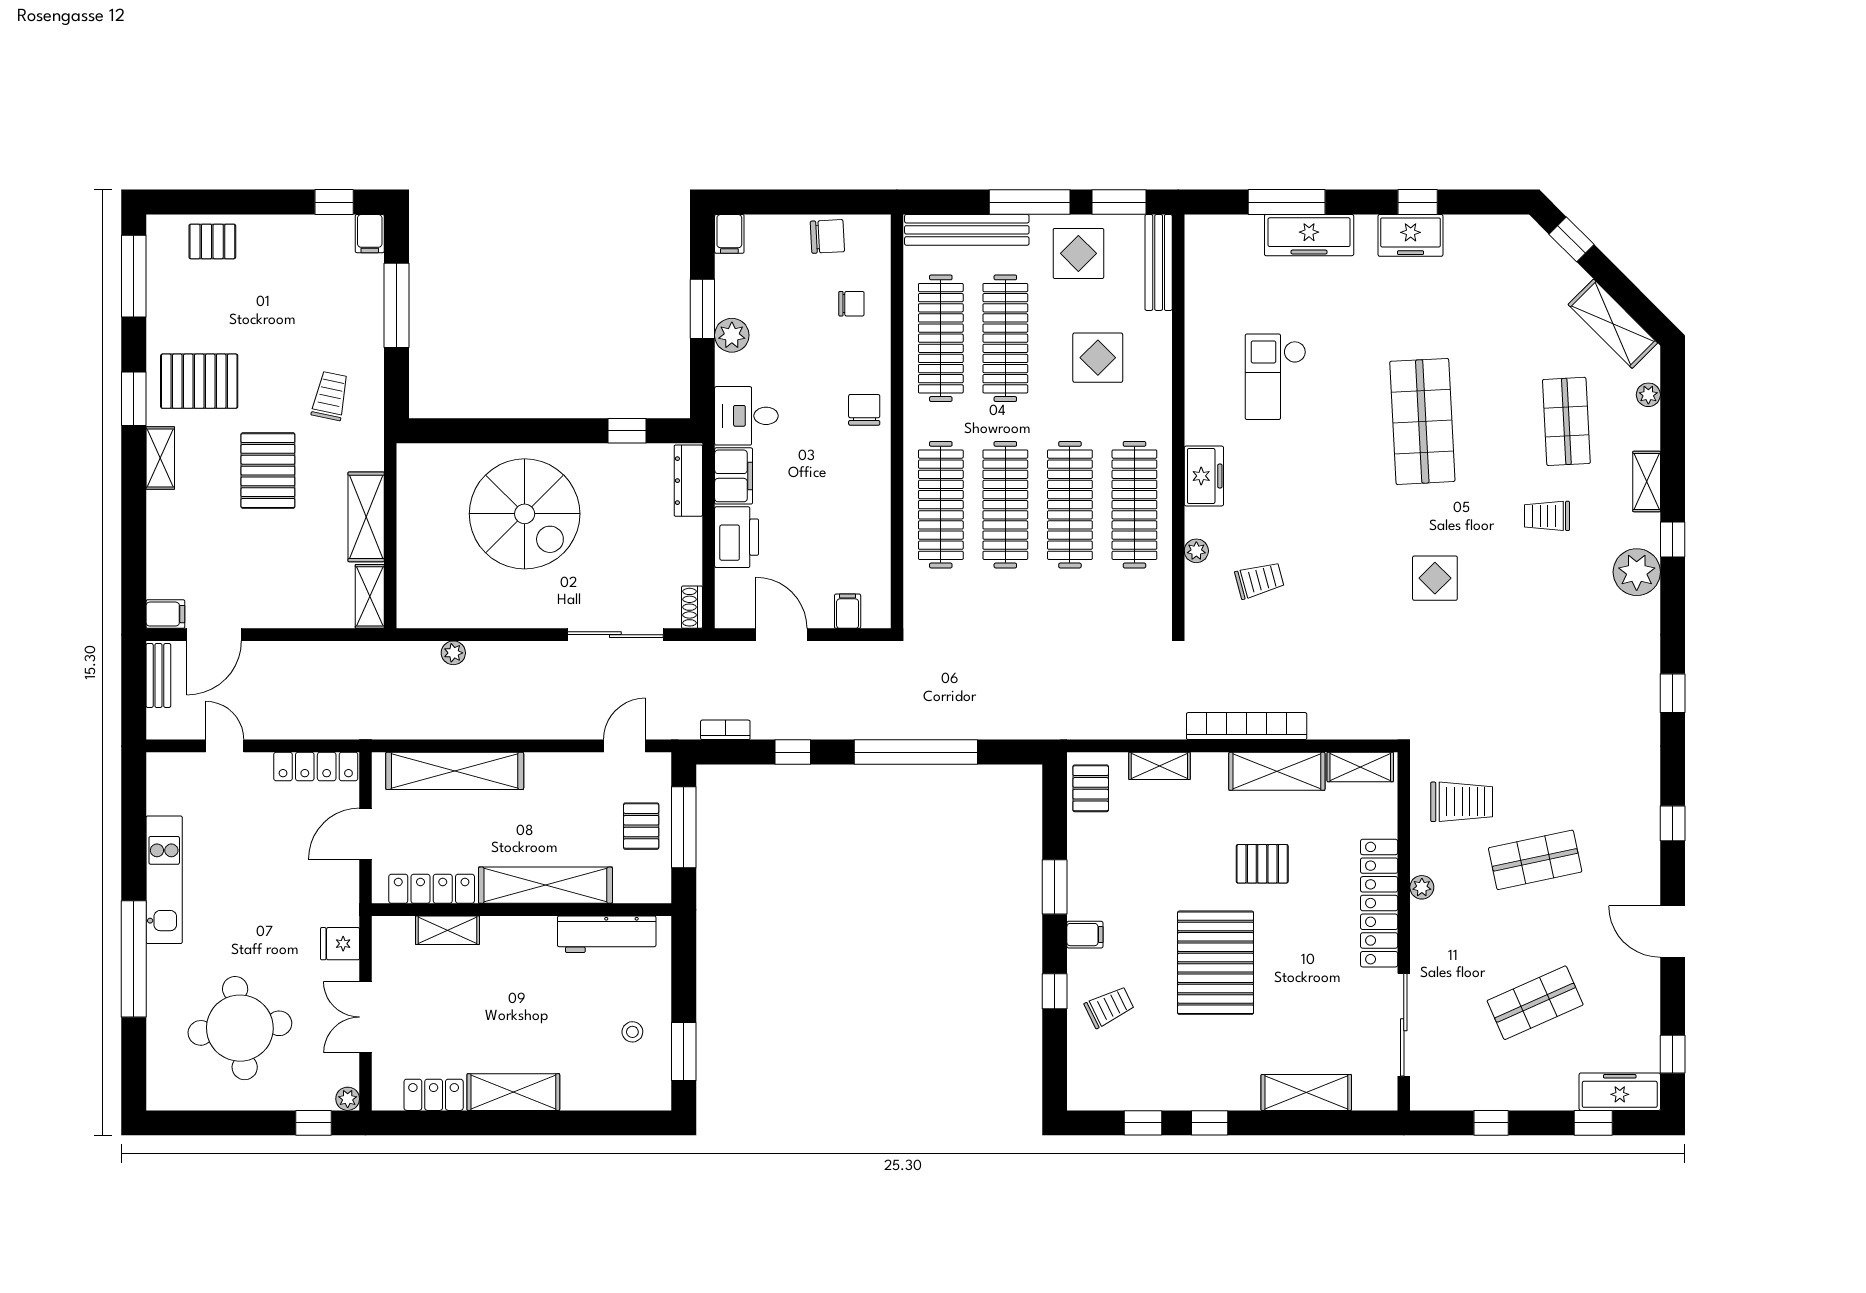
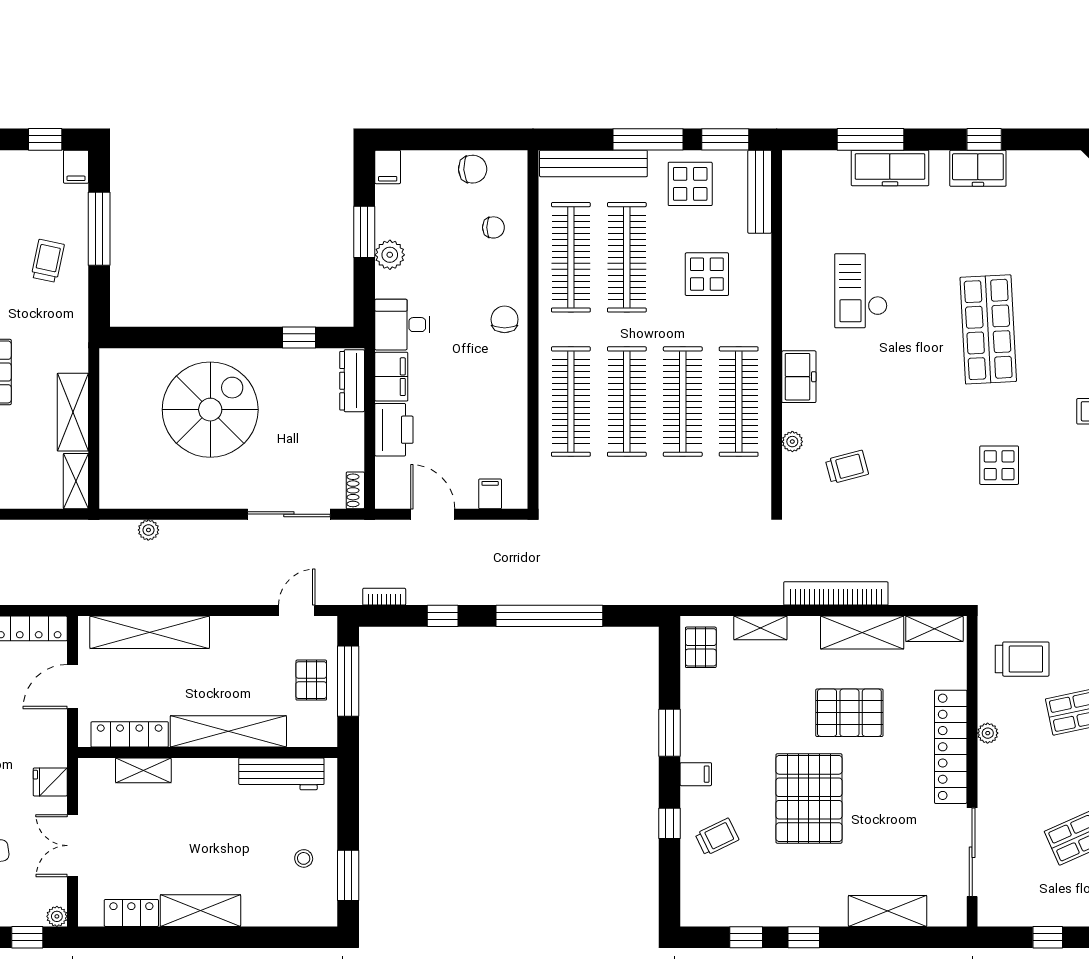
trolley: (330, 396) -> (48, 261), moved
spiral stairs: (525, 514) -> (210, 410), turned -90
pallet: (1262, 864) -> (849, 713), width x1.50, depth x1.42

